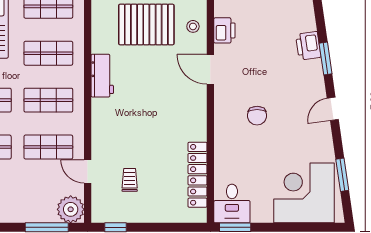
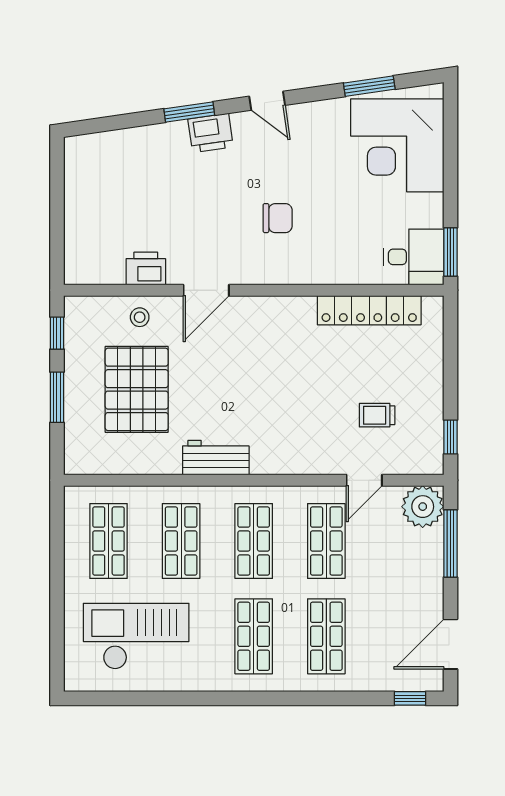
printer: (308, 46) -> (211, 133), moved

